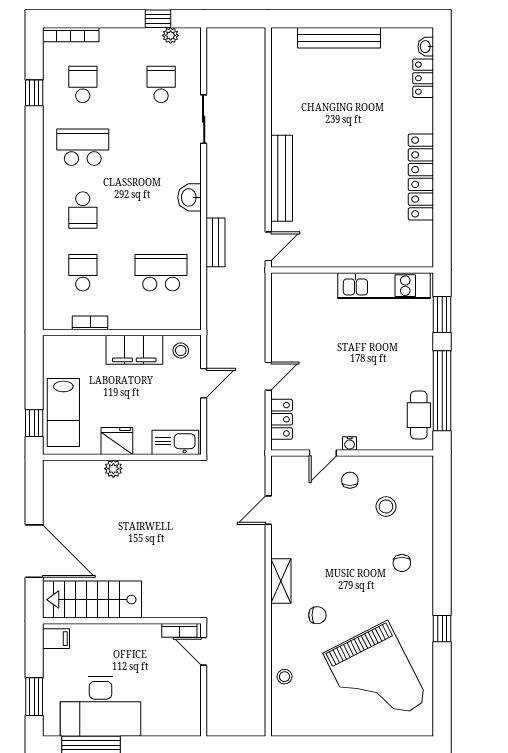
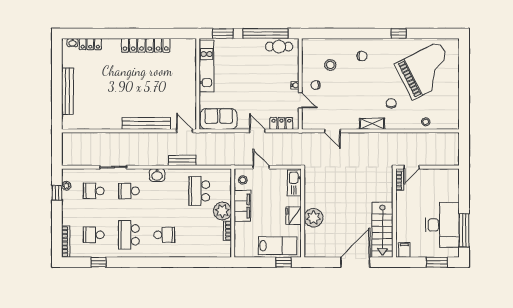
school desk: (83, 273) -> (129, 191), moved
sofa: (290, 307) -> (219, 119), added
plant: (125, 314) -> (222, 211), added
plant: (113, 469) -> (313, 218), width x1.88, depth x1.88

